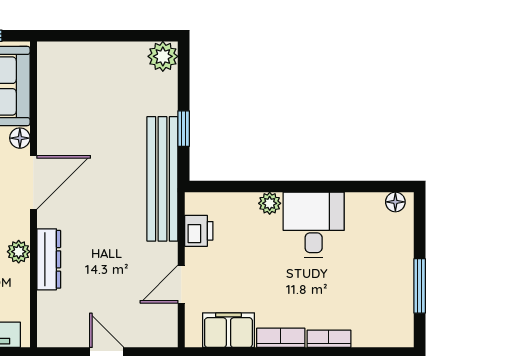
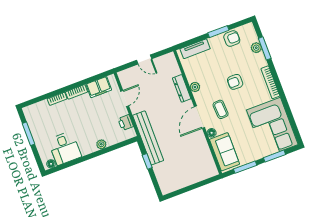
plant: (163, 56) -> (166, 187), removed
desk: (314, 225) -> (65, 148), moved

